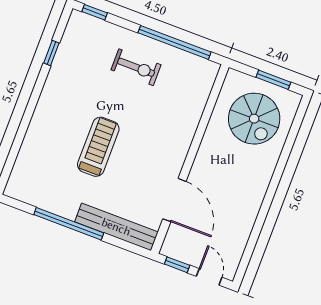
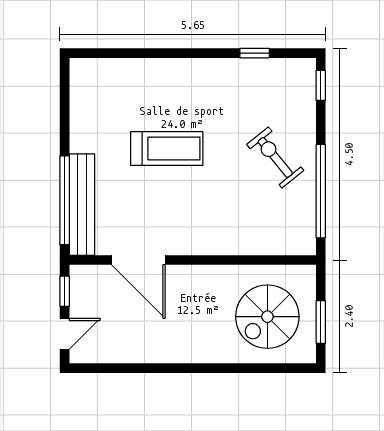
exercise bike: (136, 67) -> (275, 157), turned 141
door: (174, 200) -> (138, 260), hinge flipped
window: (69, 224) -> (65, 200), moved

